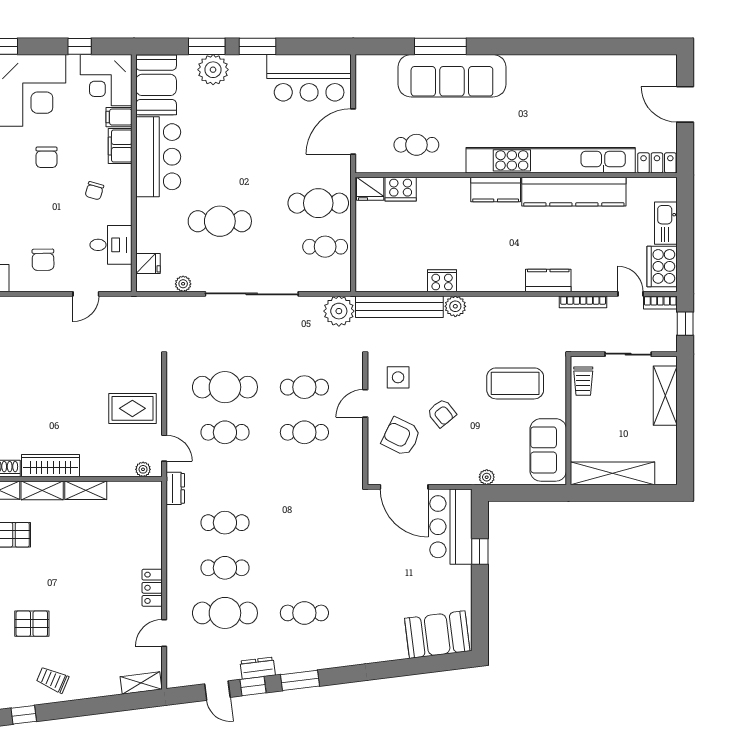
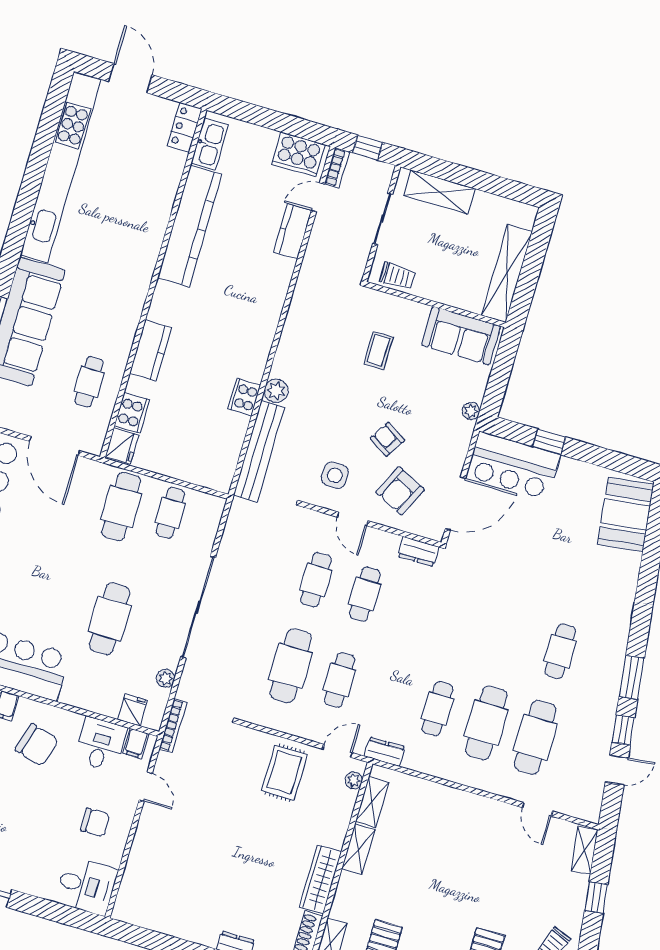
door: (685, 104) -> (130, 78), swing flipped
kitchen unit: (551, 160) -> (61, 167), moved, turned 180
kitchen counter: (496, 189) -> (151, 350), moved
chair: (94, 191) -> (37, 745), width x1.87, depth x1.87
kitchen sink: (666, 223) -> (210, 144), moved, turned -90
filing cabinet: (120, 275) -> (136, 743), added
kitchen counter: (548, 281) -> (292, 231), moved
bookcase: (583, 302) -> (173, 726), moved
plant: (339, 311) -> (244, 518), removed
coffee table: (515, 383) -> (379, 350), width x0.54, depth x0.58
armchair: (442, 413) -> (387, 439), turned -109
shelving: (42, 490) -> (372, 802), moved
cafe table: (225, 568) -> (486, 723), width x1.37, depth x1.35
locker: (152, 588) -> (485, 808), removed
dresser: (258, 668) -> (419, 552), moved, turned -83
window: (104, 705) -> (596, 897), added

